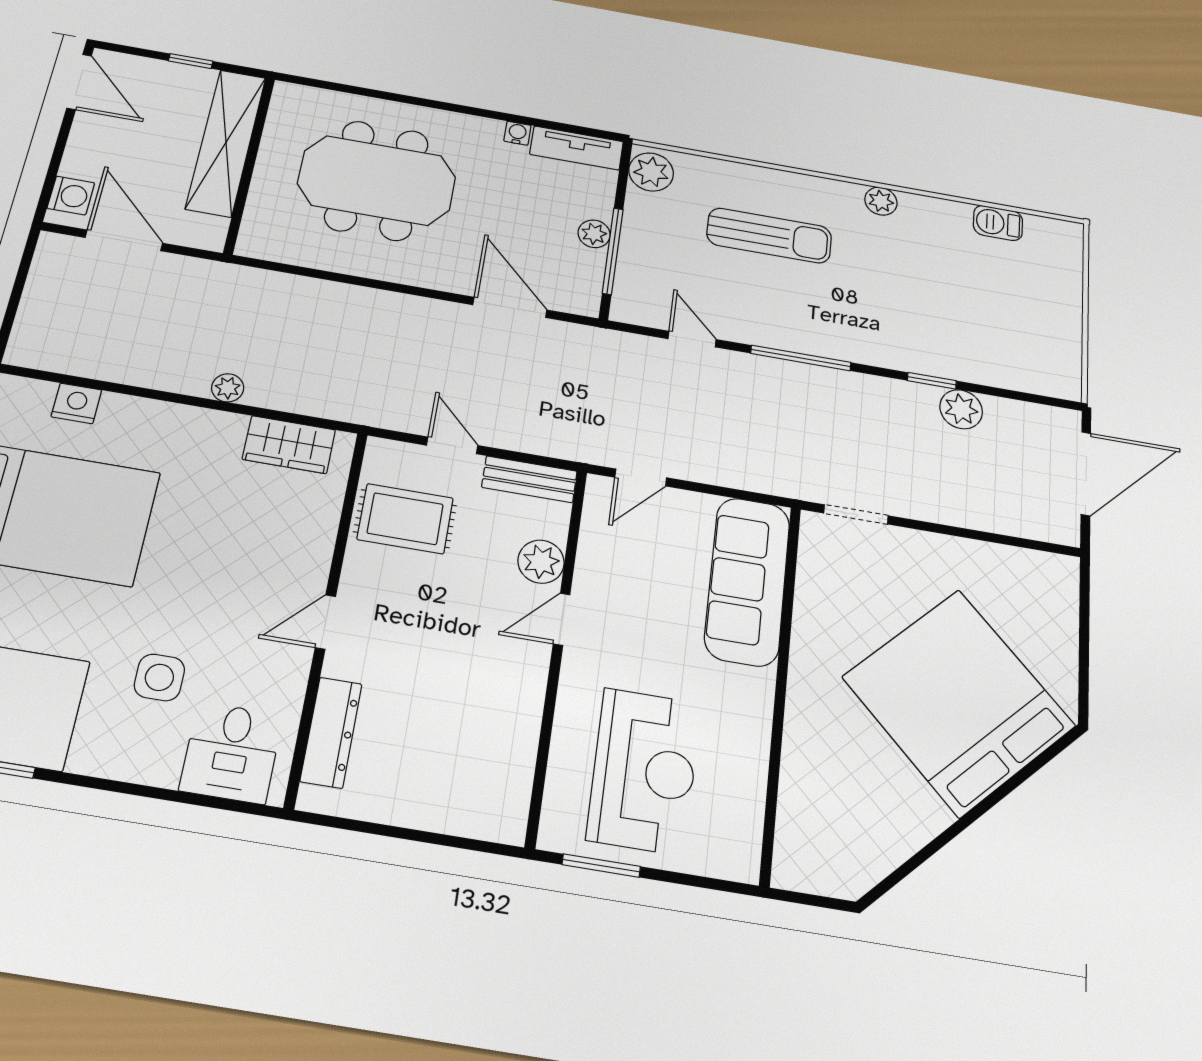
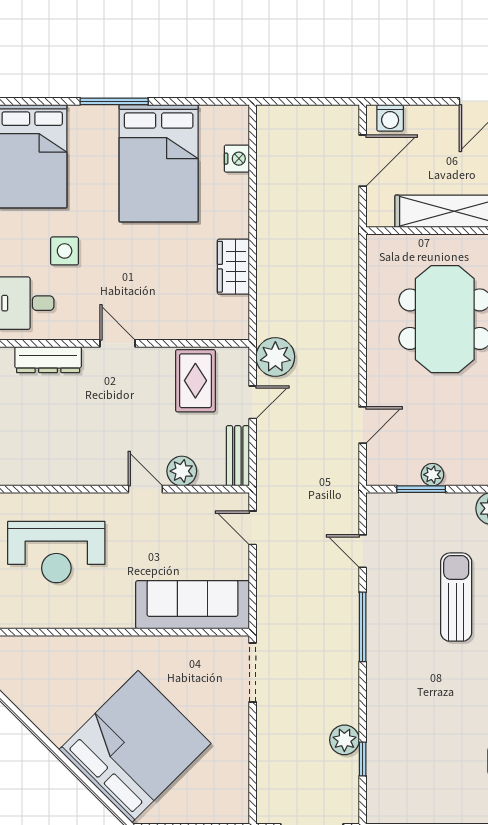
sun lounger: (769, 236) -> (456, 597), turned 180
window: (613, 251) -> (421, 489), width x0.69
door: (510, 307) -> (363, 425), width x0.73
door: (692, 339) -> (363, 551), swing flipped
window: (932, 381) -> (363, 759), moved
plant: (228, 388) -> (275, 357), moved, width x1.87, depth x1.87
wardrobe: (289, 445) -> (233, 267), moved
doorway: (856, 514) -> (253, 672), width x1.38

